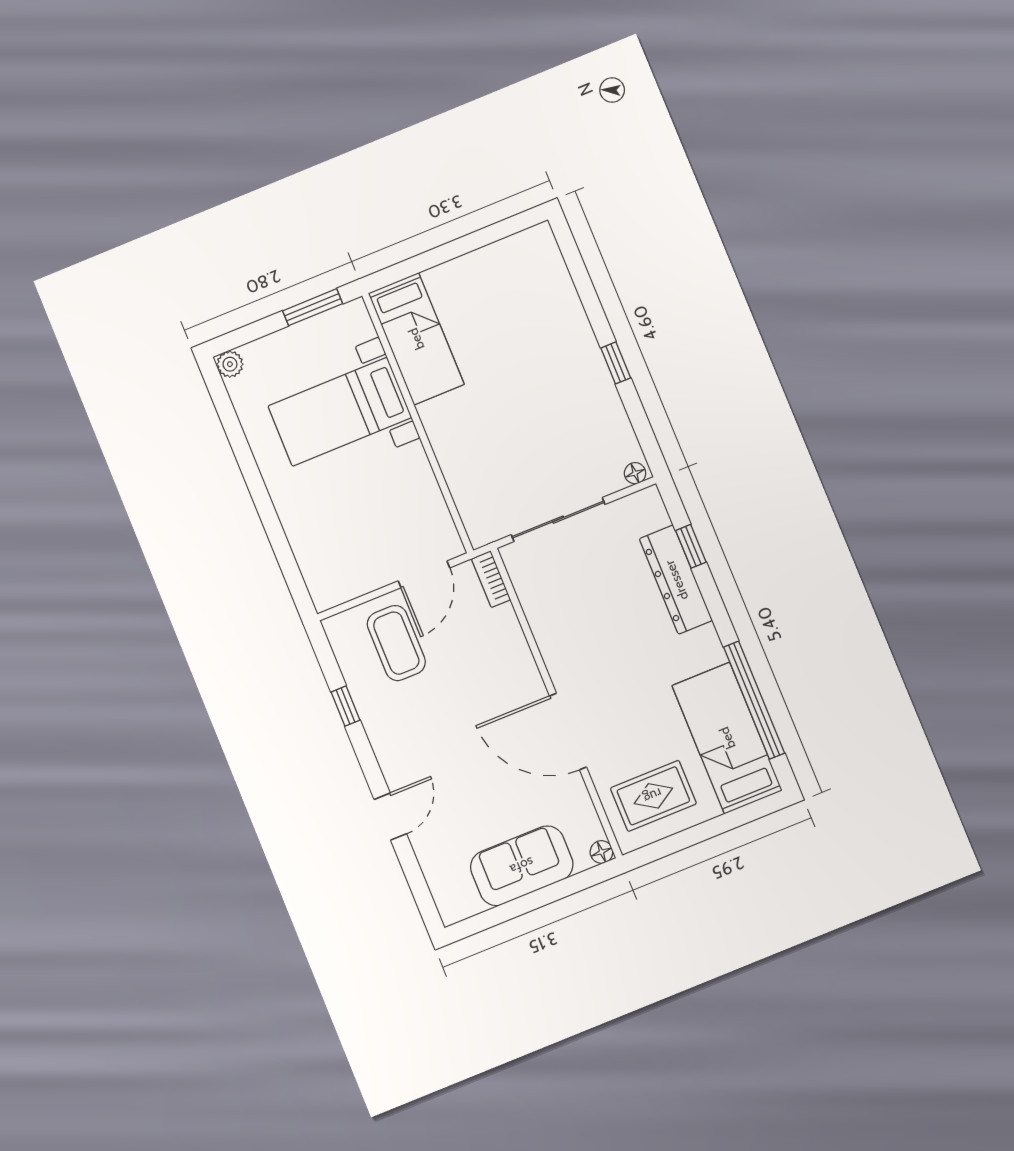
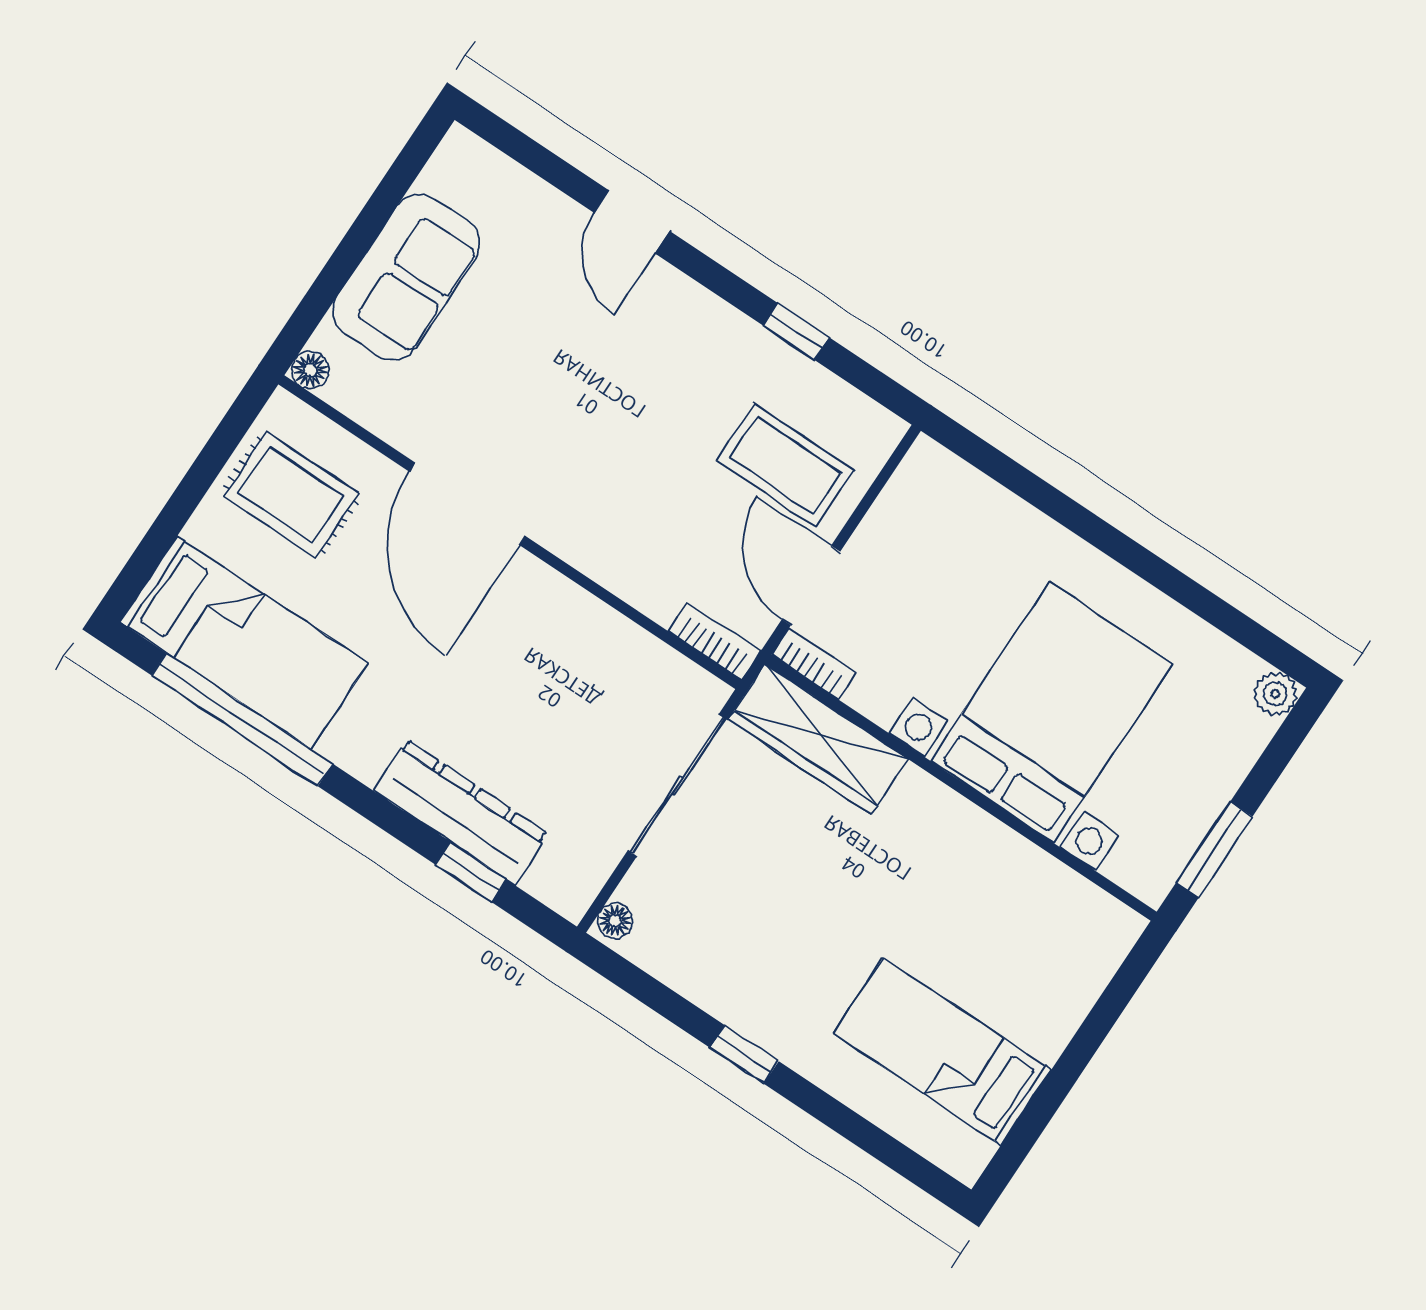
bed: (416, 339) -> (942, 1052), moved
bed with nightstands: (340, 412) -> (1052, 713), width x1.36
wardrobe: (472, 495) -> (818, 739), added
bookcase: (449, 534) -> (814, 664), added
door: (568, 731) -> (467, 504), swing flipped
rug: (653, 796) -> (291, 495), turned 90

